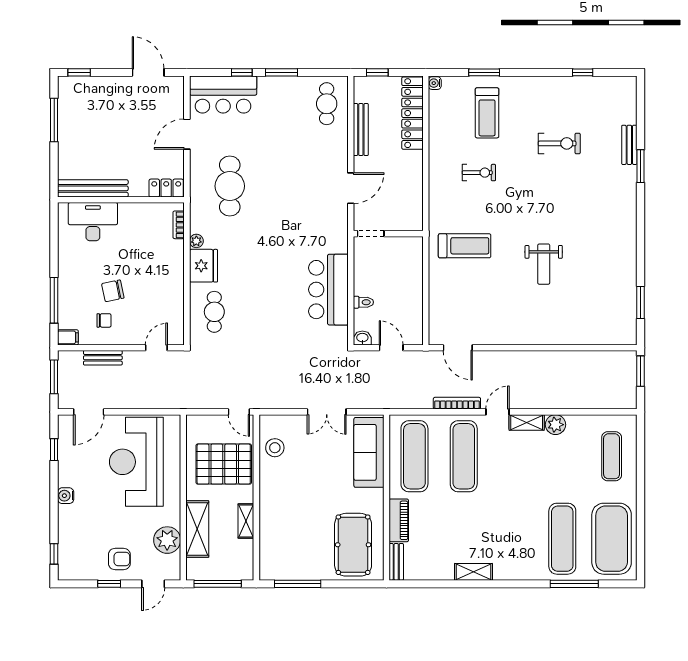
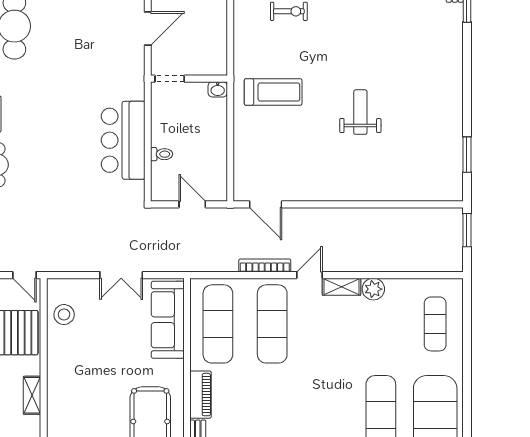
weight bench: (544, 264) -> (360, 112), turned 180
washbasin: (362, 338) -> (218, 89), moved, turned 180

